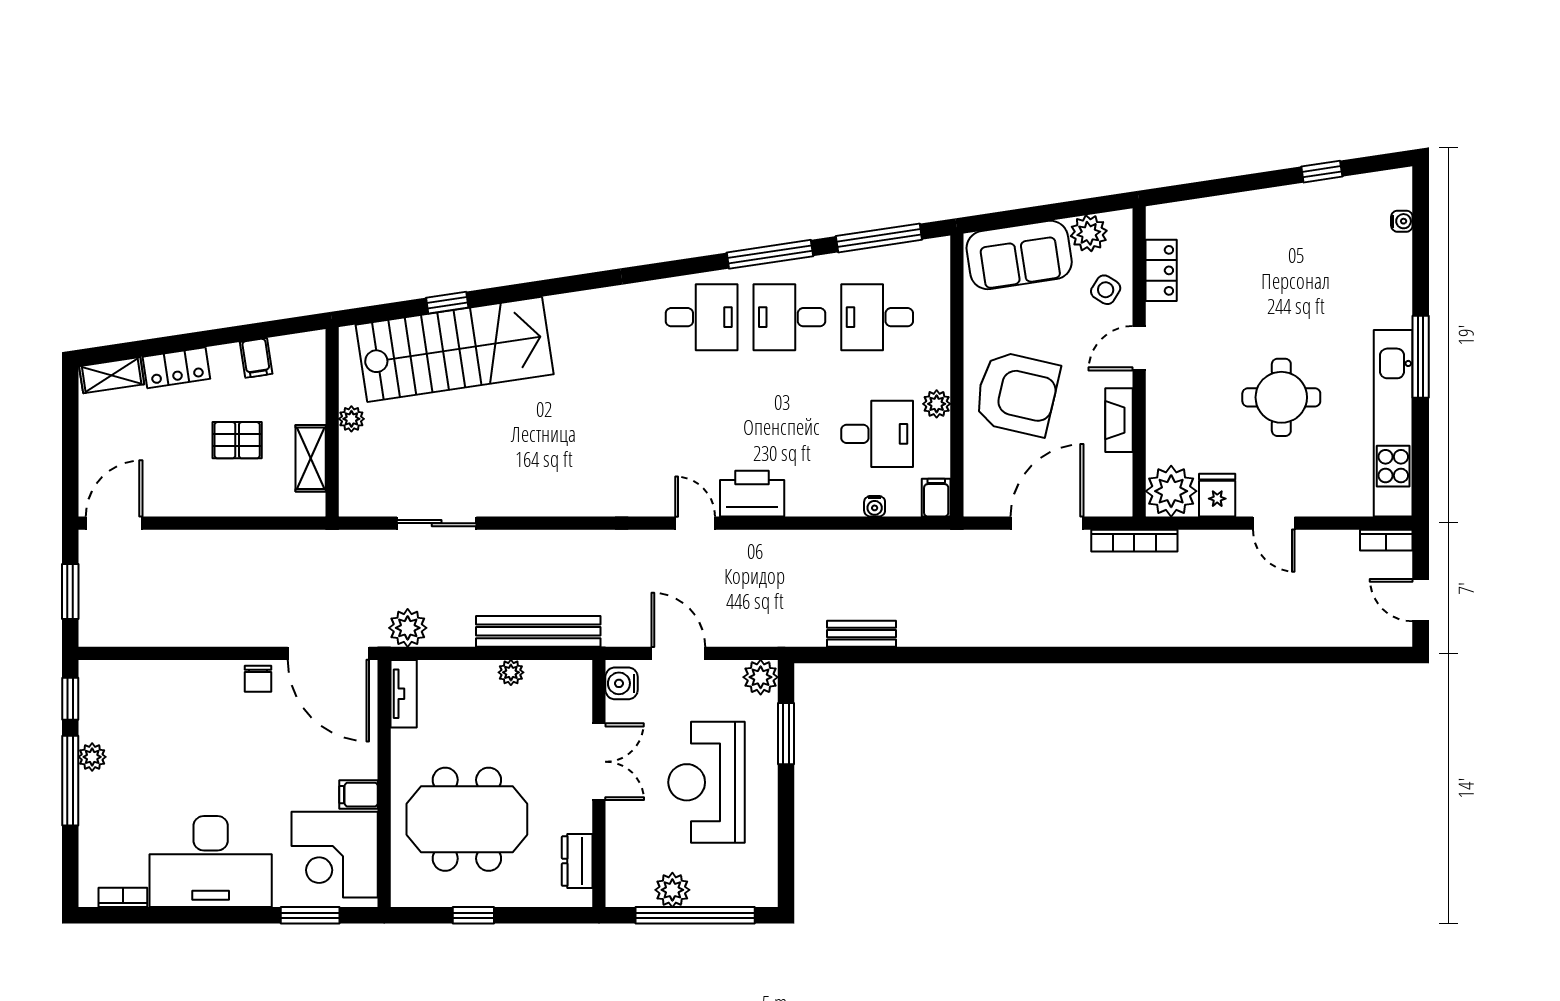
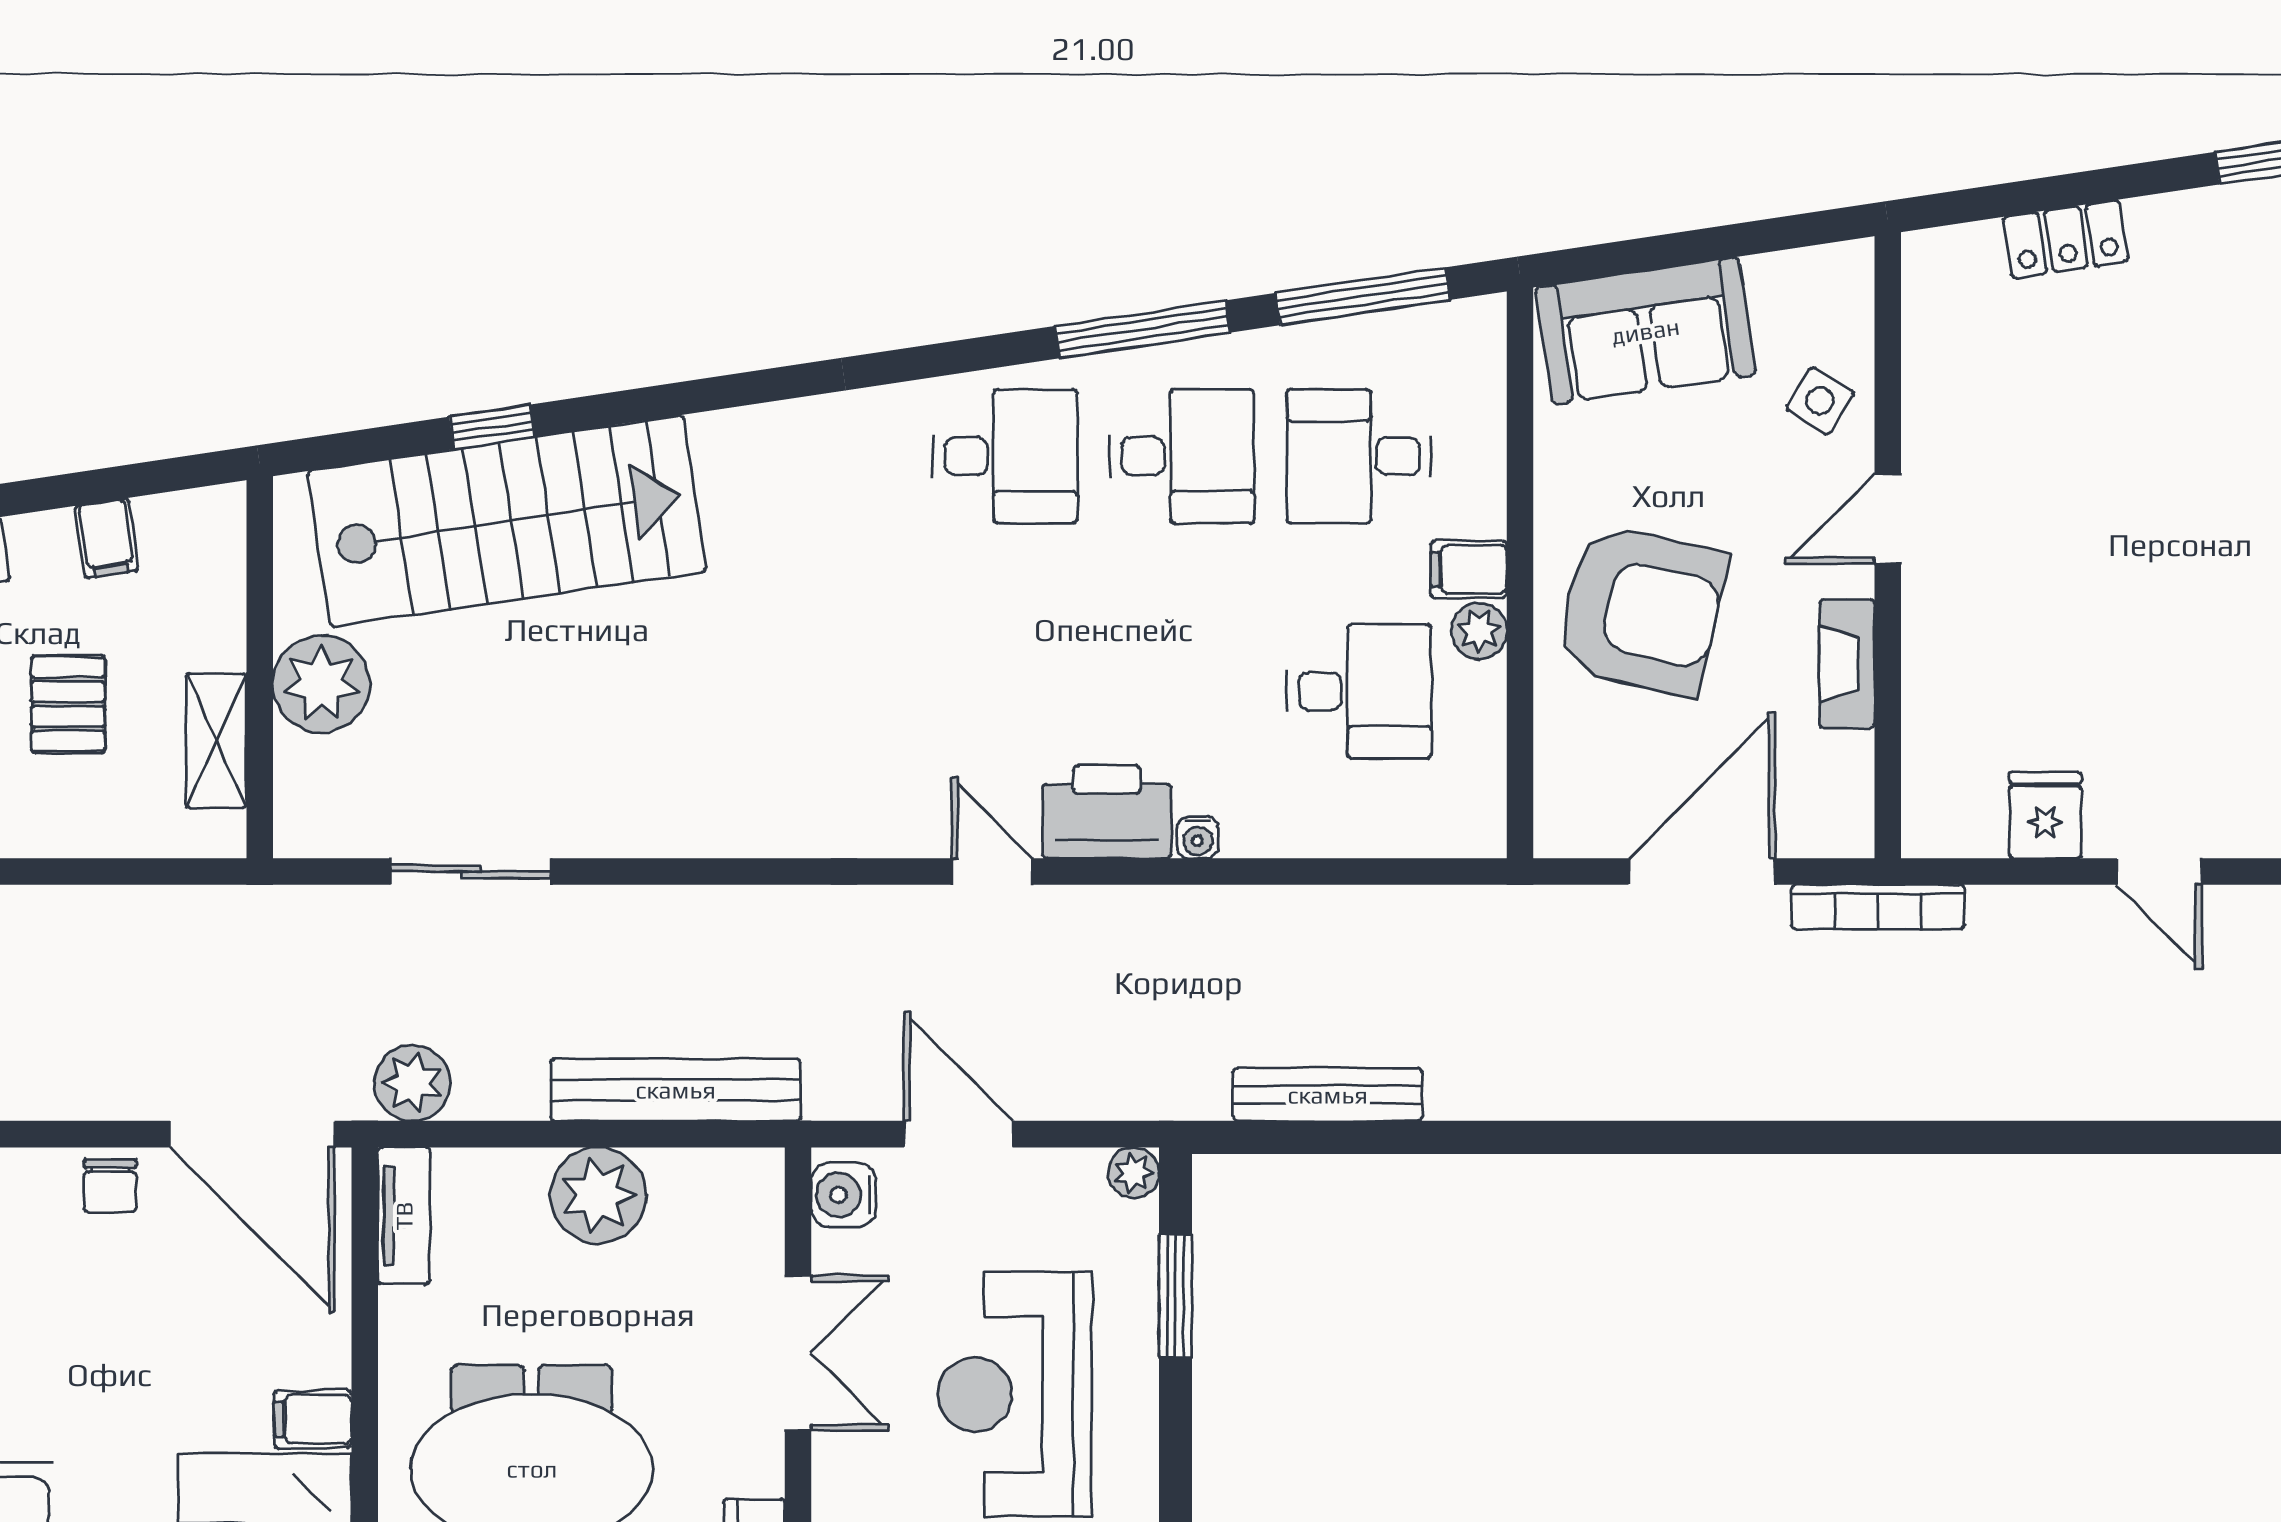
plant: (1089, 233) -> (1786, 287), removed
locker: (1161, 270) -> (2066, 239), moved, turned 81
desk: (789, 317) -> (1182, 456), turned 180
round table: (1281, 397) -> (2175, 618), removed
plant: (351, 419) -> (321, 684), width x1.87, depth x1.87
pallet: (237, 440) -> (68, 704), turned 90
plant: (1171, 491) -> (1952, 807), removed
filing cabinet: (936, 498) -> (1469, 569), moved, turned -90
water cooler: (875, 506) -> (1198, 837), moved
bench: (862, 634) -> (1328, 1095), width x1.36
plant: (511, 672) -> (598, 1195), width x1.88, depth x1.88
plant: (761, 677) -> (1134, 1173), width x0.73, depth x0.73

